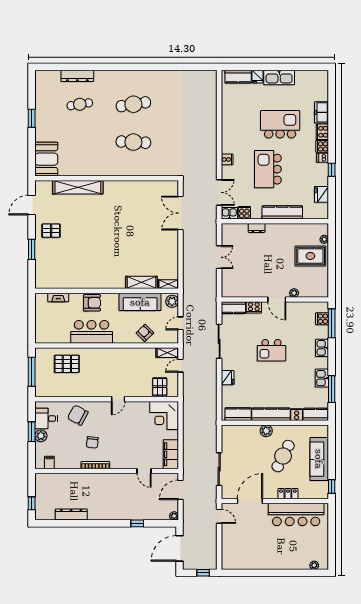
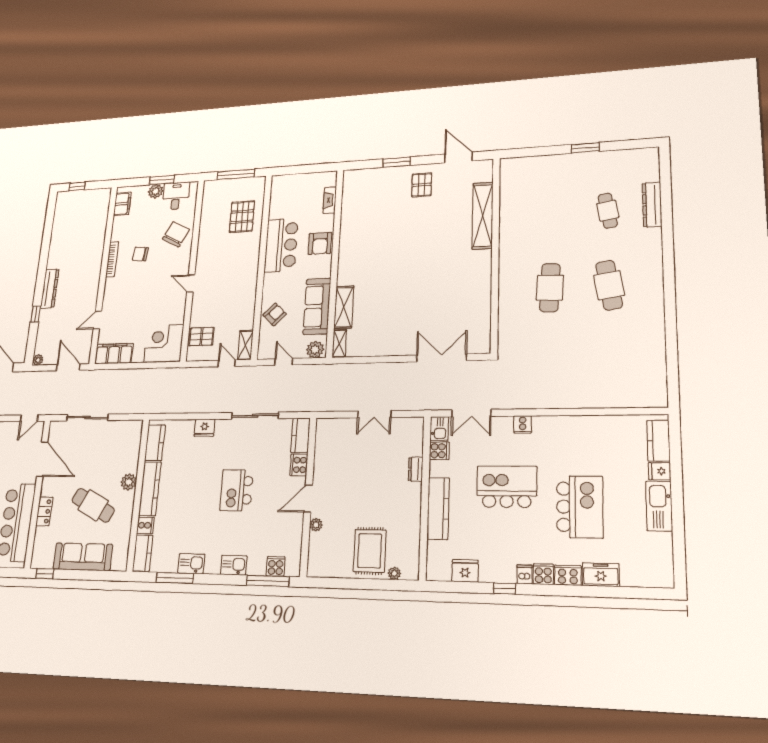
booth: (46, 159) -> (524, 171), removed
filing cabinet: (49, 462) -> (122, 204), width x2.00
dresser: (71, 515) -> (50, 289), moved

